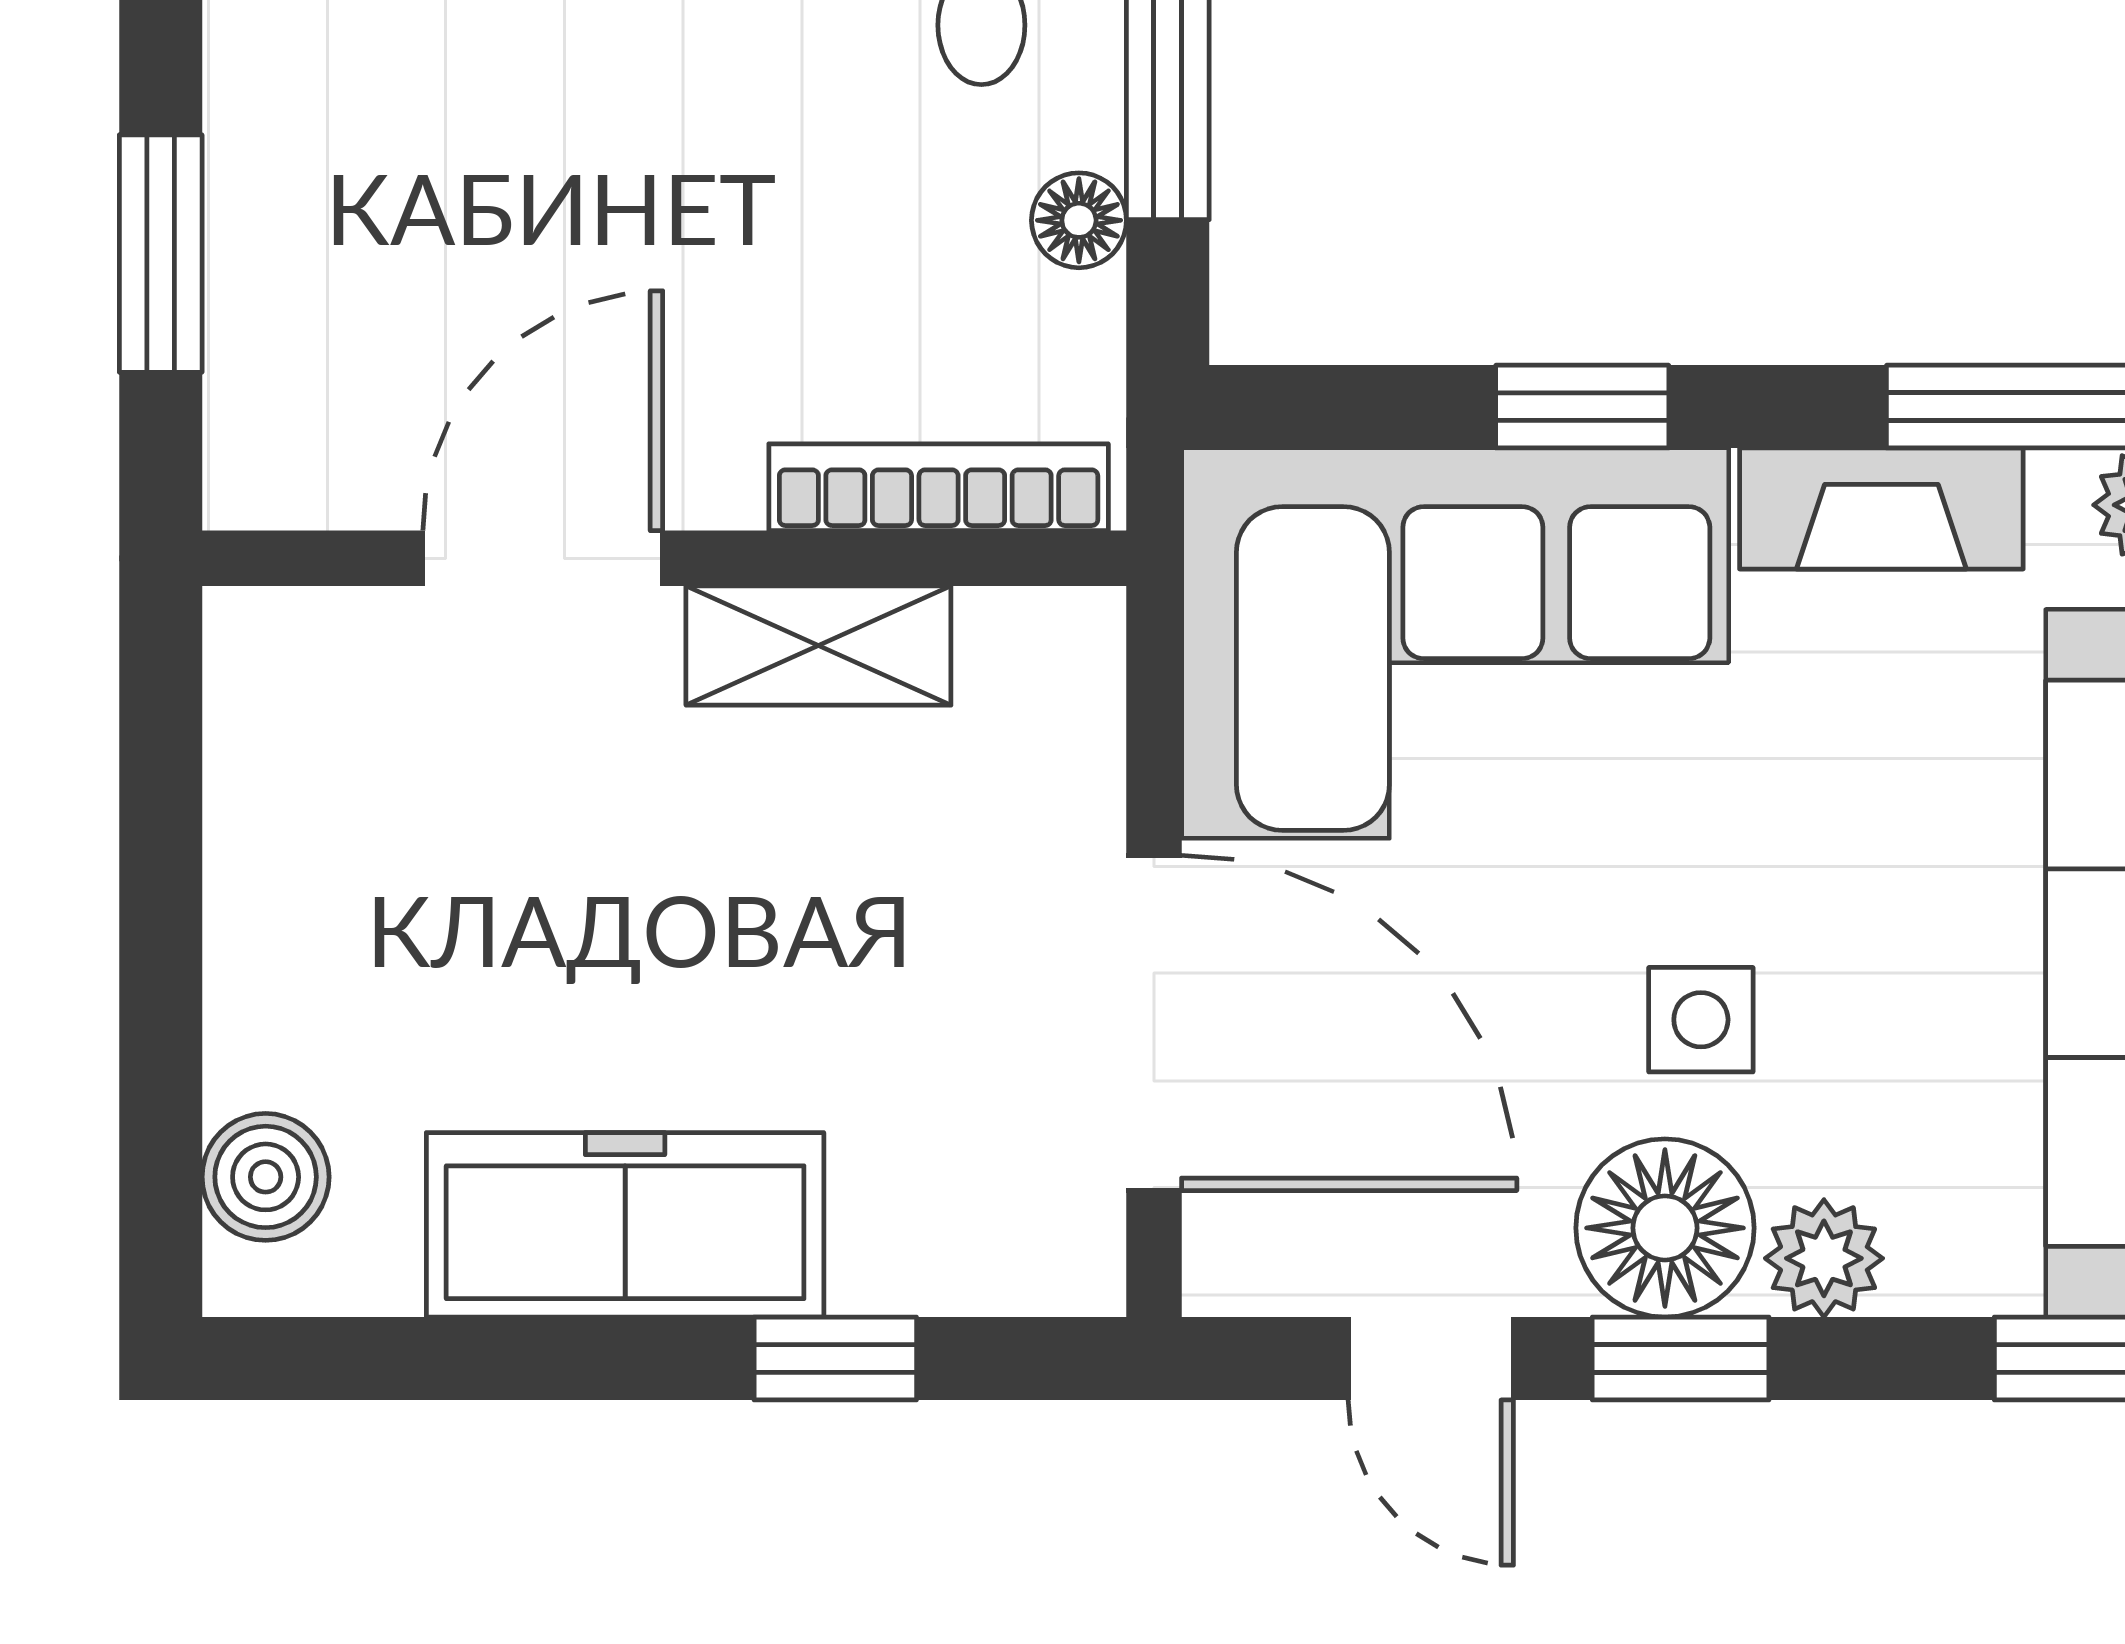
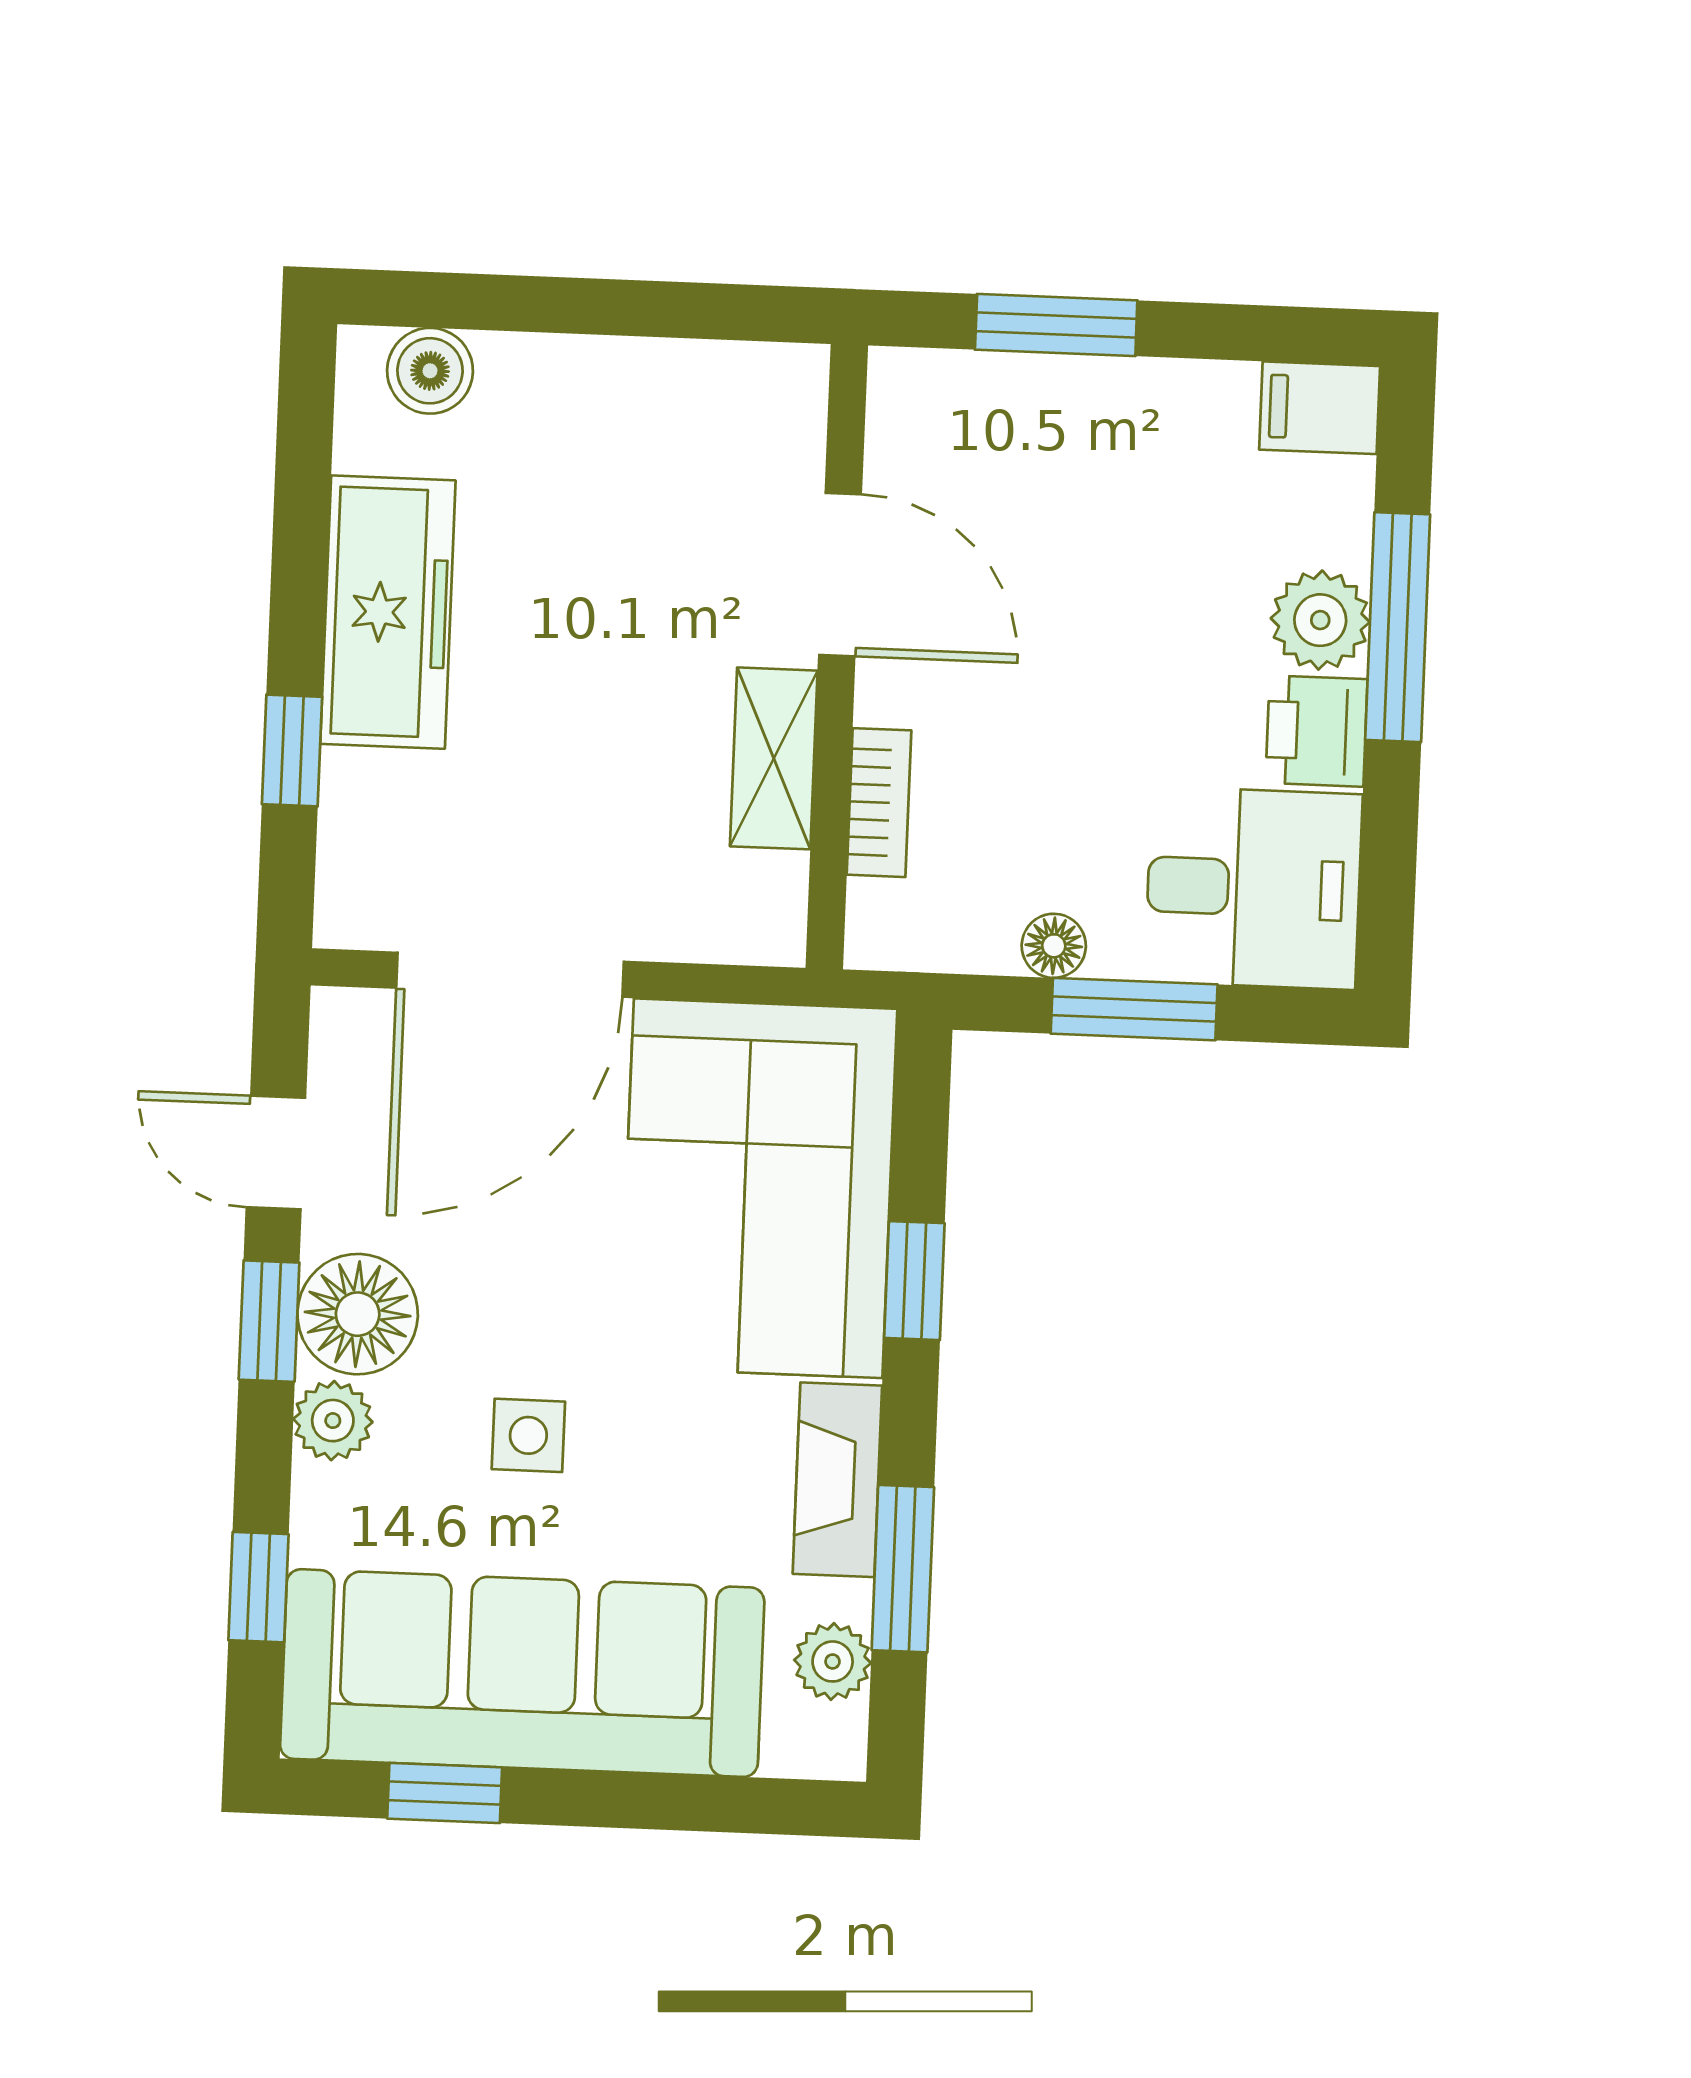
bookcase: (939, 487) -> (879, 803), width x0.64
side table: (1701, 1020) -> (528, 1435), moved
door: (1431, 1358) -> (276, 1153), hinge flipped

